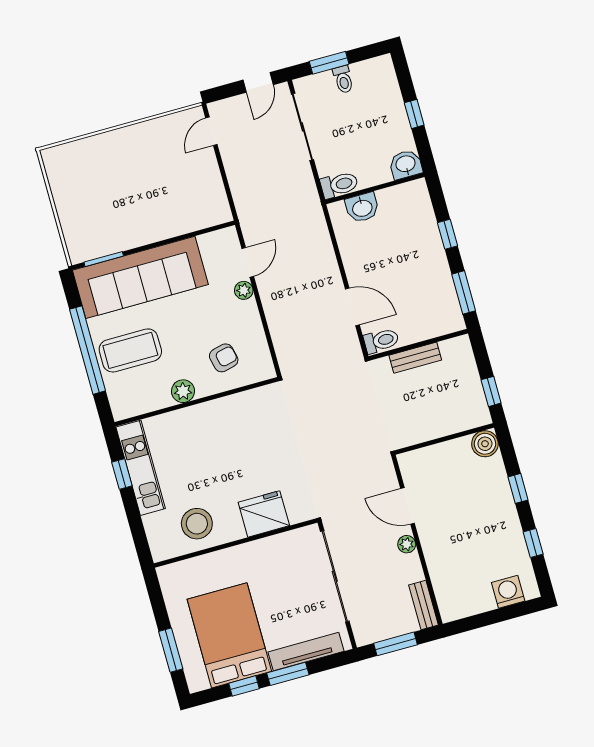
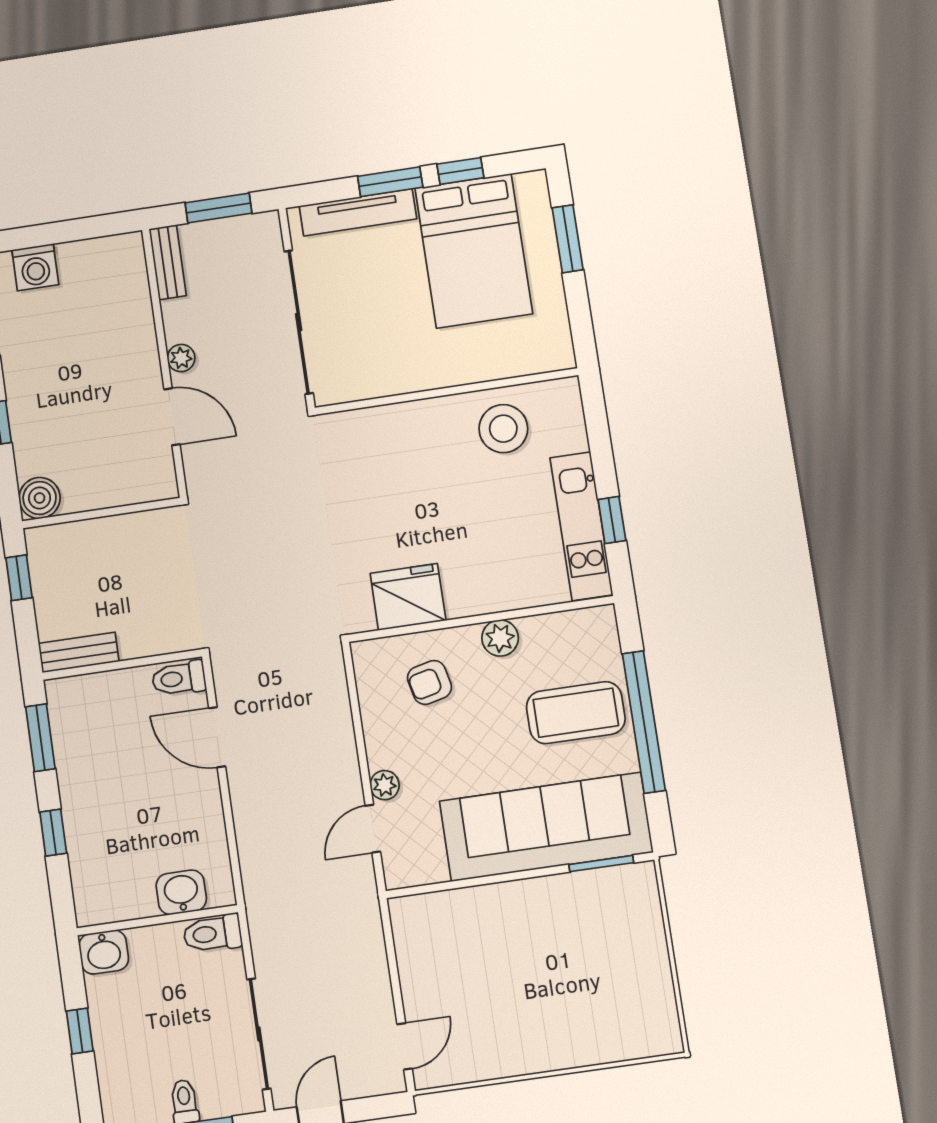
bench: (415, 358) -> (79, 652), moved
fridge: (264, 514) -> (408, 597), moved, turned 180

